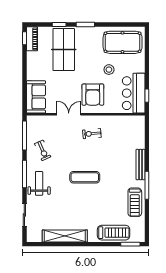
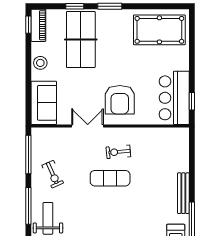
stool: (109, 70) -> (40, 63), moved
exercise mat: (85, 177) -> (110, 178), moved

